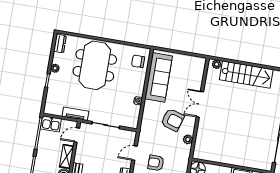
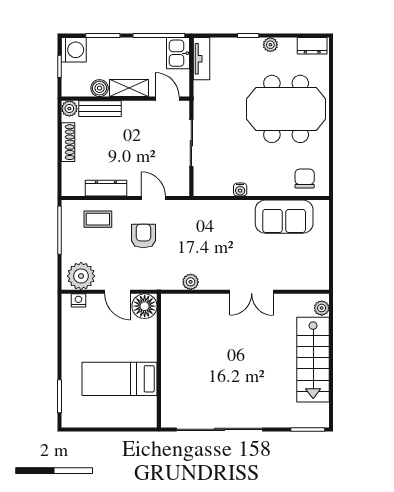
sofa: (159, 77) -> (284, 217), width x0.73
double door: (200, 104) -> (252, 292), swing flipped
tv unit: (75, 114) -> (201, 59), moved
armchair: (173, 120) -> (218, 251), removed

